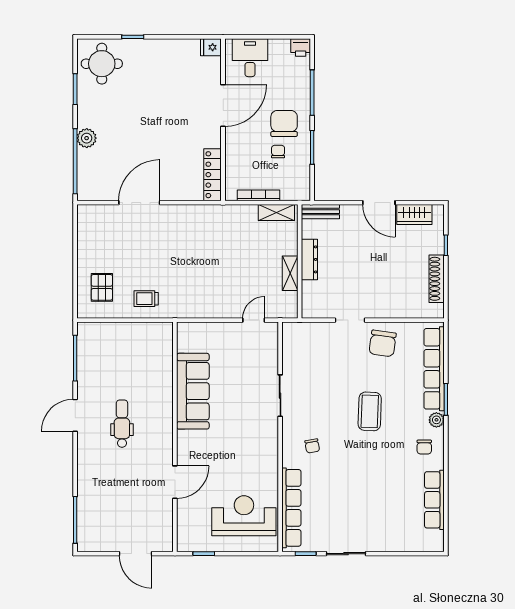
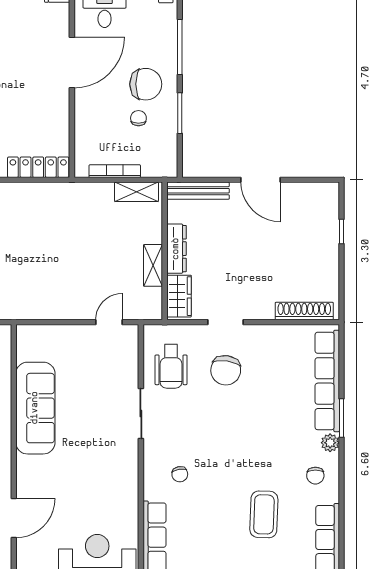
chair: (284, 123) -> (146, 84), turned 90
locker: (213, 175) -> (38, 167), moved, turned 90
bench: (320, 212) -> (198, 191), width x1.36
wardrobe: (414, 214) -> (179, 296), moved, turned -90
shoe rack: (437, 279) -> (304, 311), moved, turned 90
chair: (383, 343) -> (226, 370), moved
wheelchair: (305, 357) -> (171, 366), added
coffee table: (370, 411) -> (264, 514), moved

